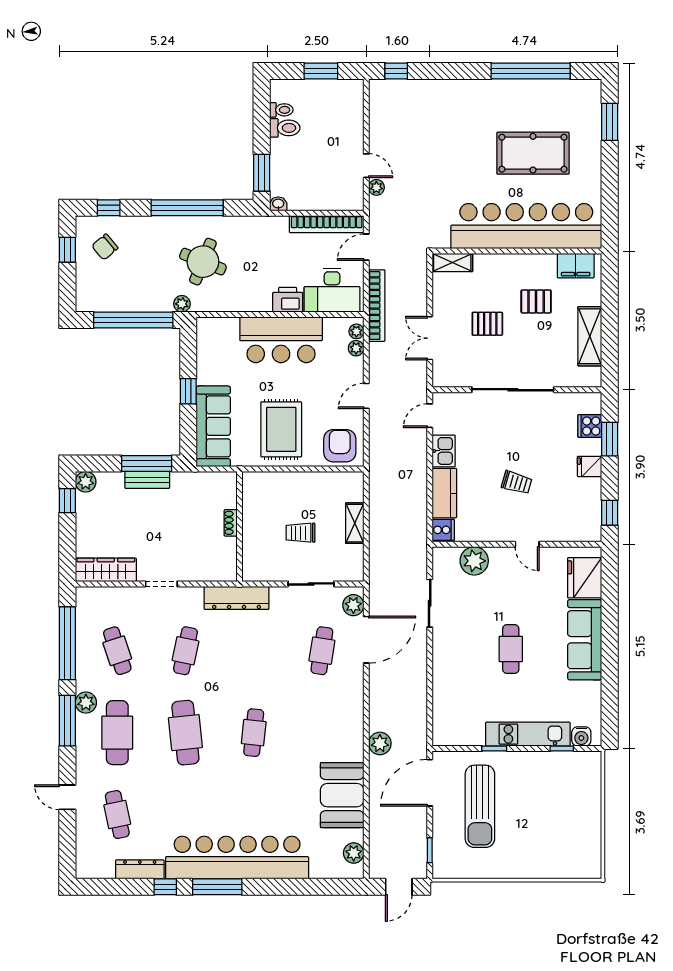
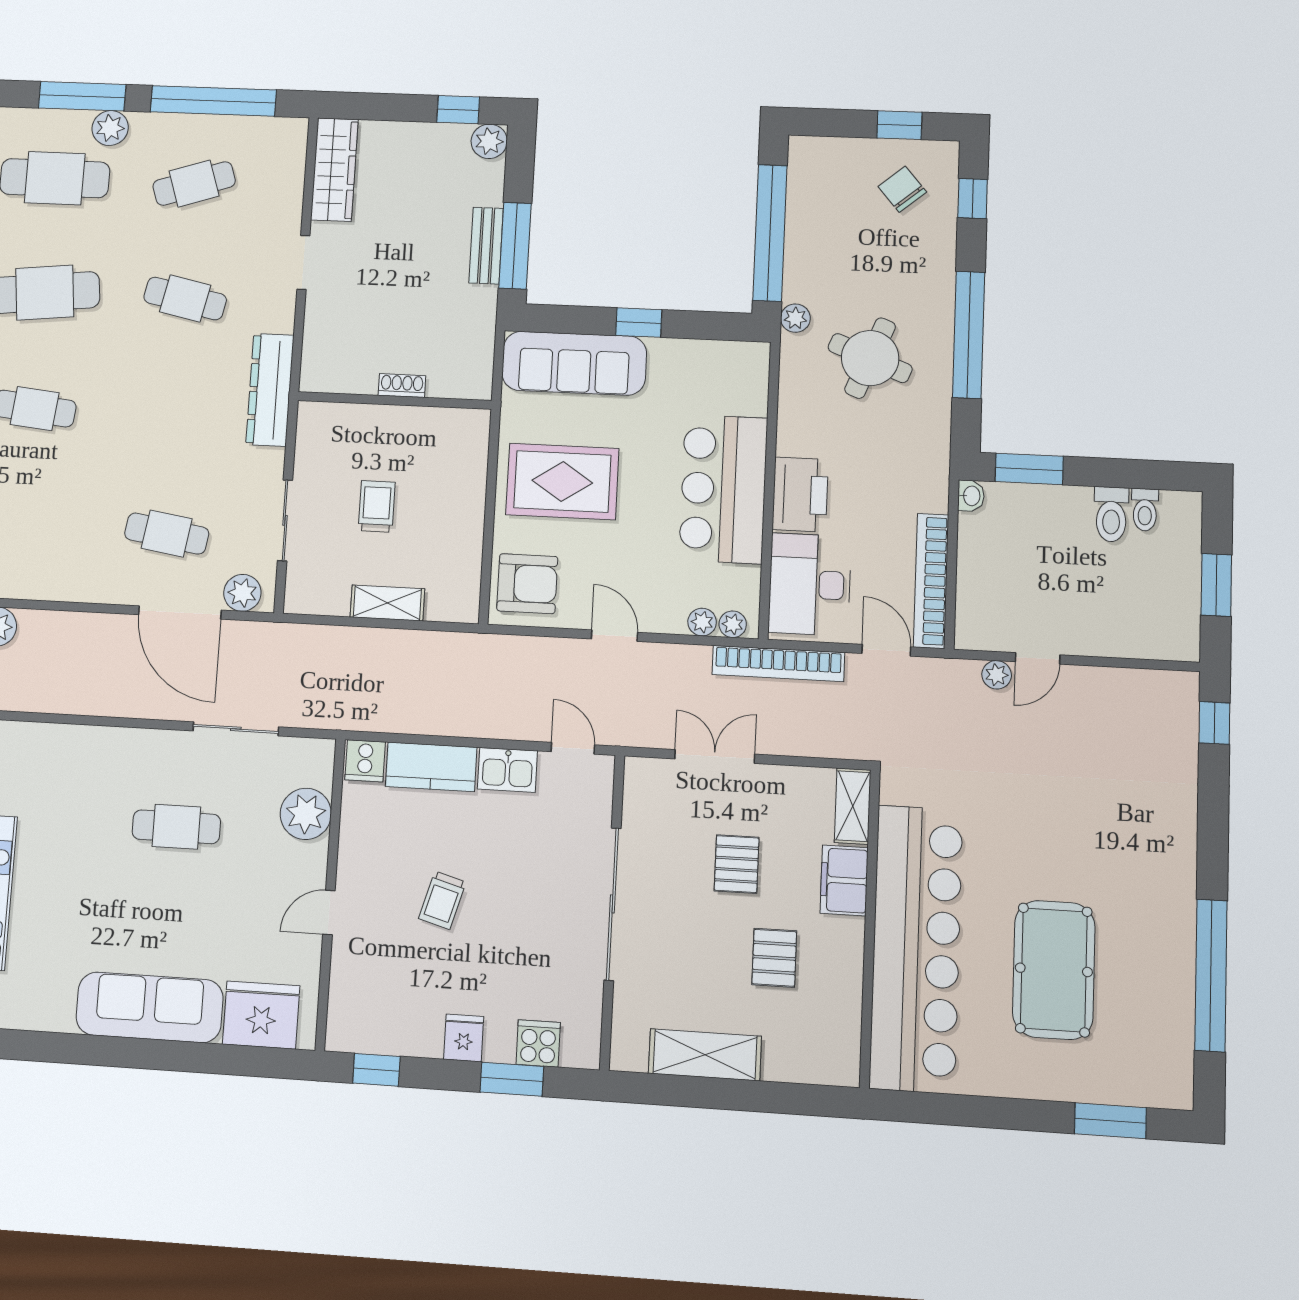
filing cabinet: (576, 266) -> (844, 880), moved
printer: (288, 300) -> (800, 495), width x1.37, depth x1.19
cafe table: (511, 649) -> (176, 827), moved

